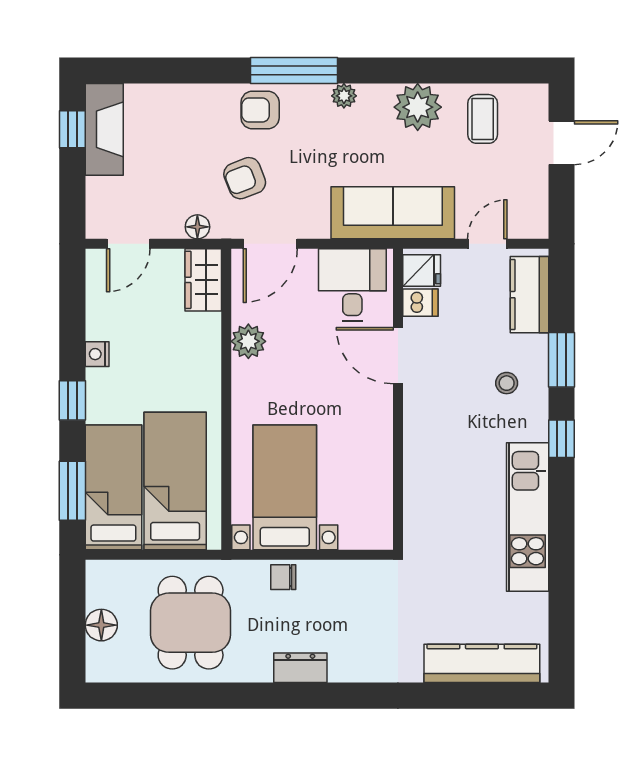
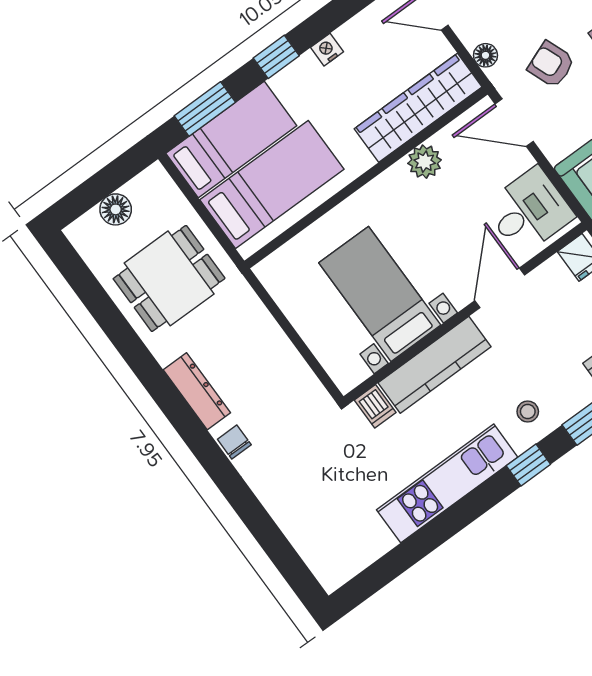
wardrobe: (203, 280) -> (418, 108), width x2.10, depth x1.17
dishwasher: (420, 303) -> (375, 406), moved
stool: (507, 383) -> (528, 411), moved
bed with nightstands: (285, 487) -> (380, 294), moved, turned -90
chair: (283, 577) -> (234, 442), moved
kitchen counter: (482, 663) -> (434, 365), moved, turned 90
dresser: (300, 668) -> (197, 391), width x1.44

